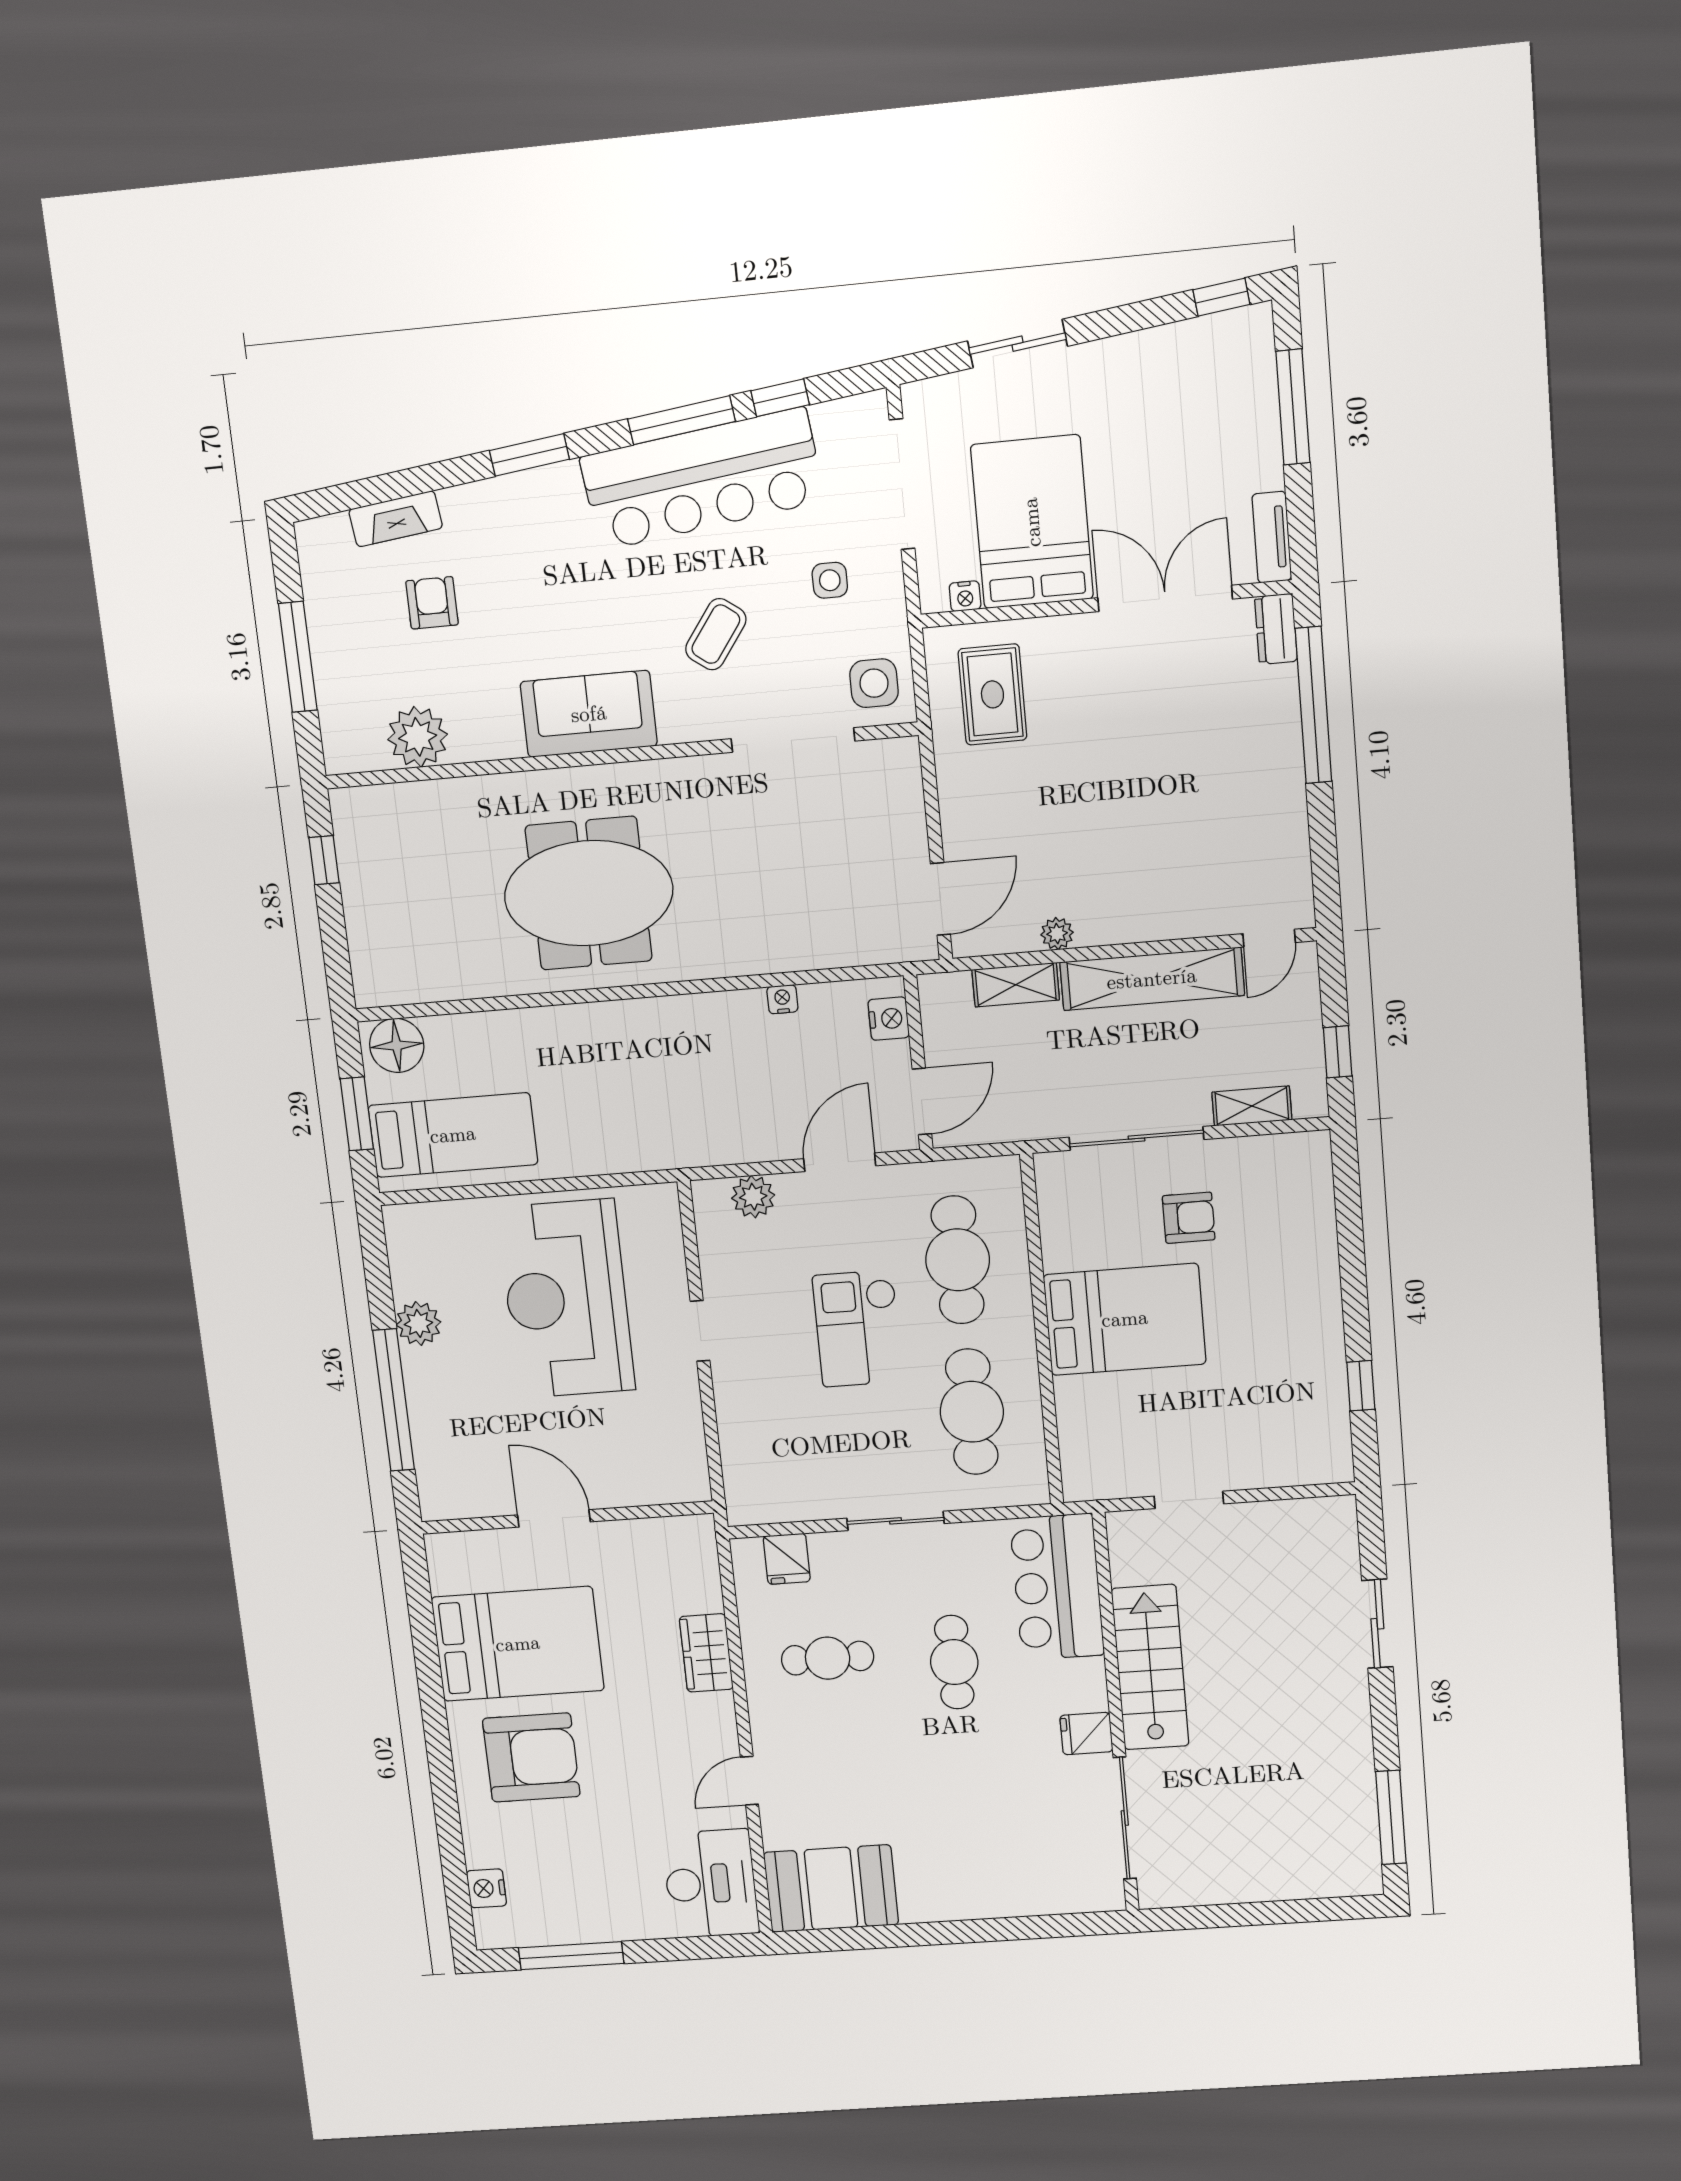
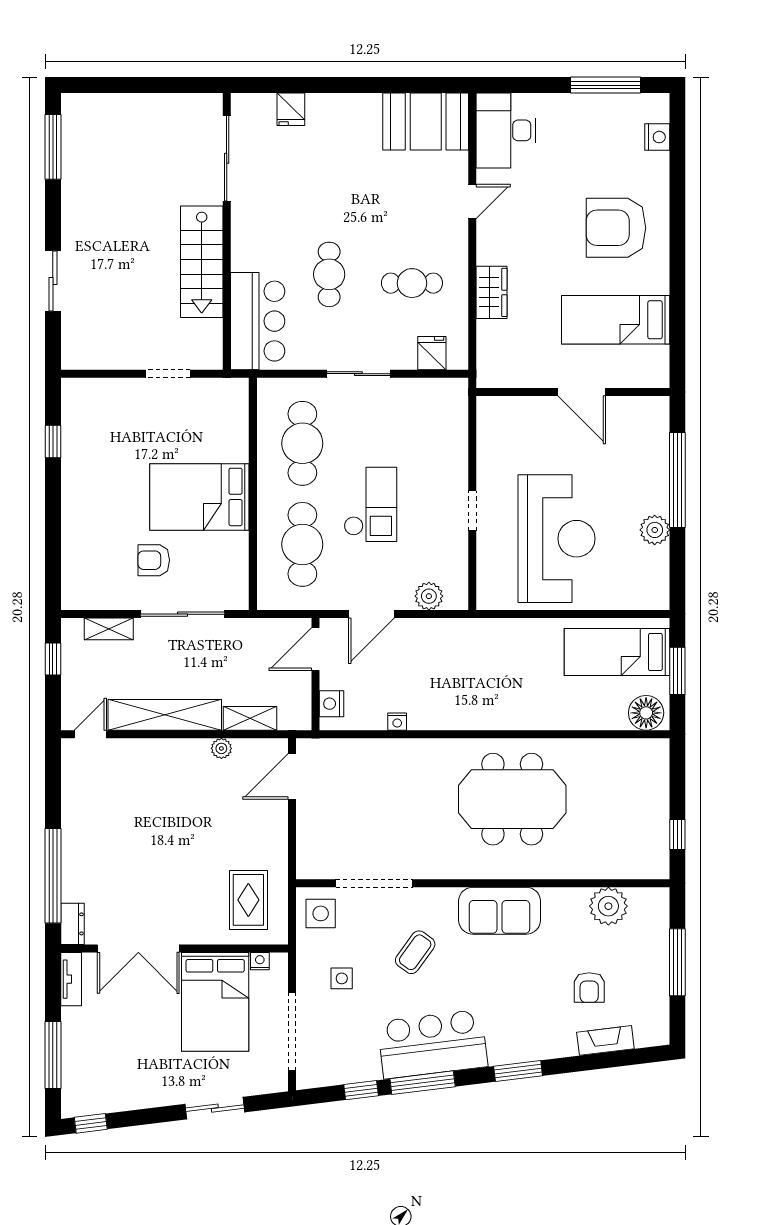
bar counter: (702, 479) -> (433, 1044), width x0.73
bed: (518, 1644) -> (616, 320), width x0.67
fridge: (1086, 1734) -> (291, 109), moved, turned 90

